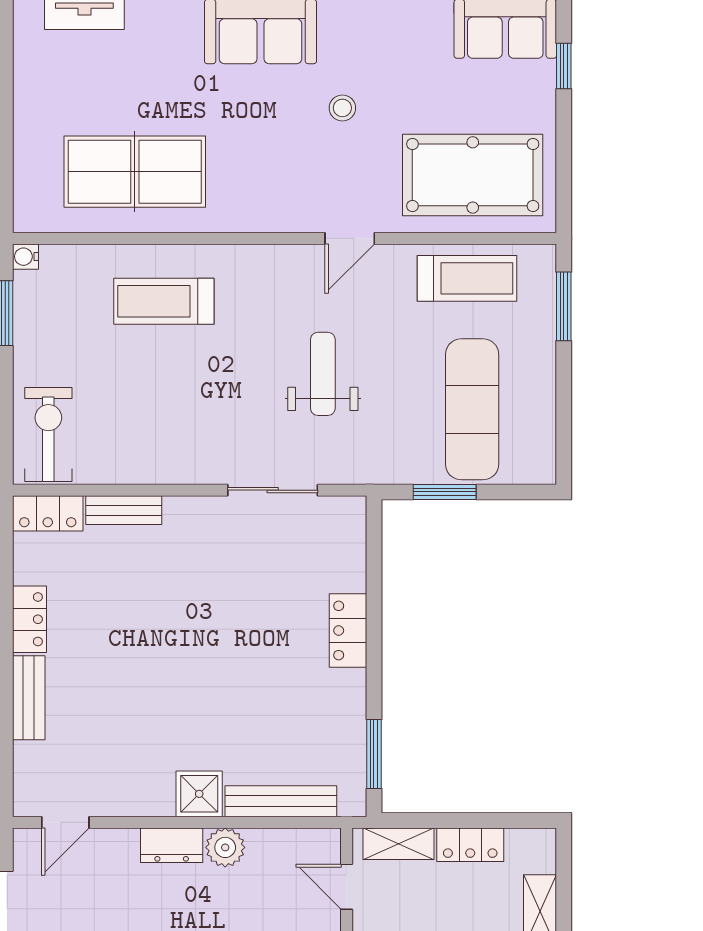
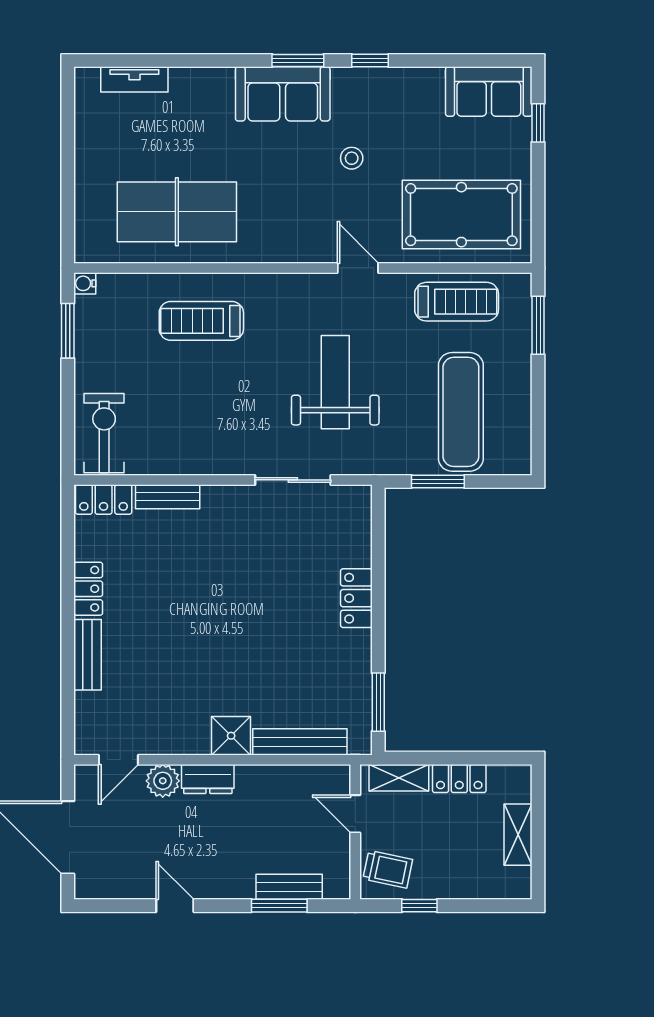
door: (350, 238) -> (358, 268), swing flipped
weight bench: (323, 374) -> (335, 382), width x1.36, depth x1.33
plant: (225, 847) -> (163, 781), moved

